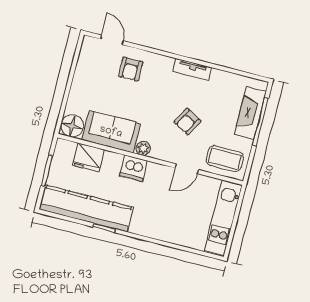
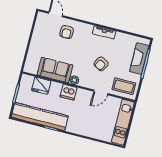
floor lamp: (72, 126) -> (31, 67), removed

